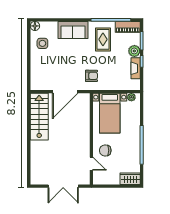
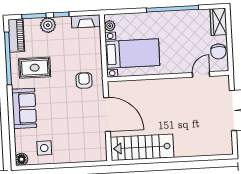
fireplace: (136, 68) -> (86, 21), moved
chair: (105, 150) -> (218, 51), moved

